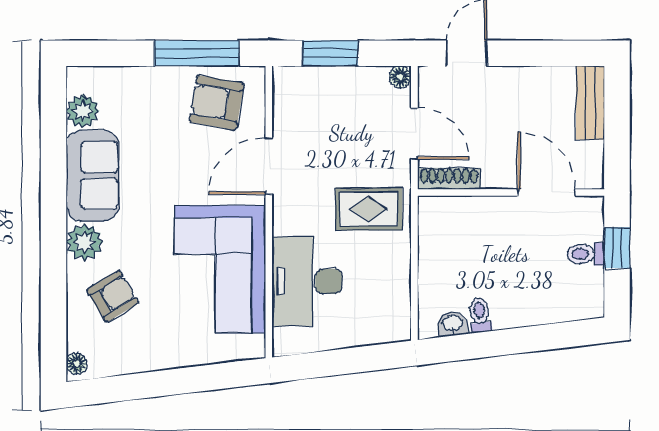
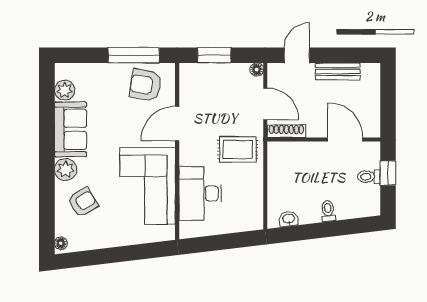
bench: (590, 103) -> (338, 71), moved, turned 90
toilet: (480, 315) -> (328, 211), moved

